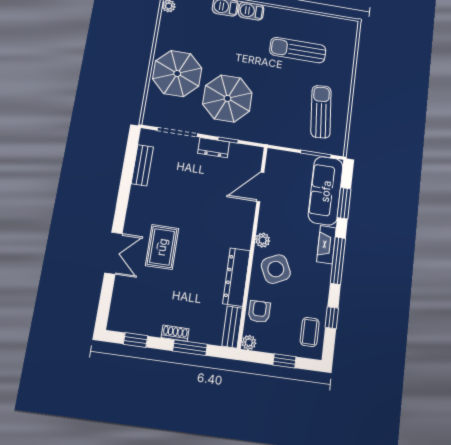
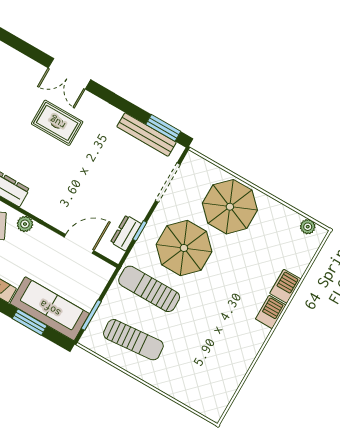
sun lounger: (298, 50) -> (149, 289), moved, turned -90
dresser: (214, 148) -> (126, 233), moved
window: (131, 153) -> (163, 128), added
bench: (142, 165) -> (147, 135), width x1.36
door: (260, 187) -> (79, 244), hinge flipped

